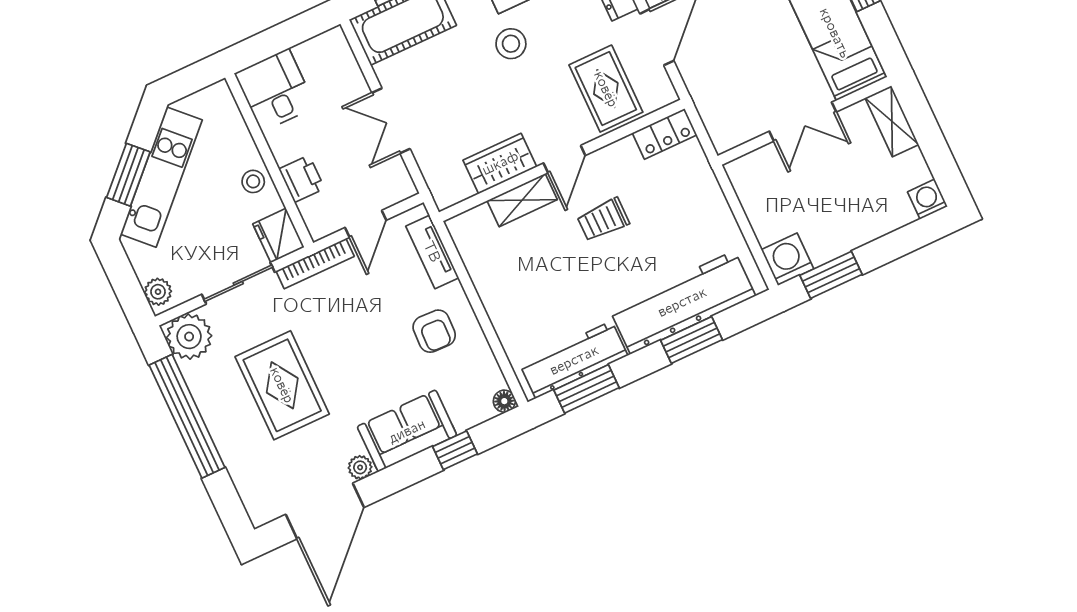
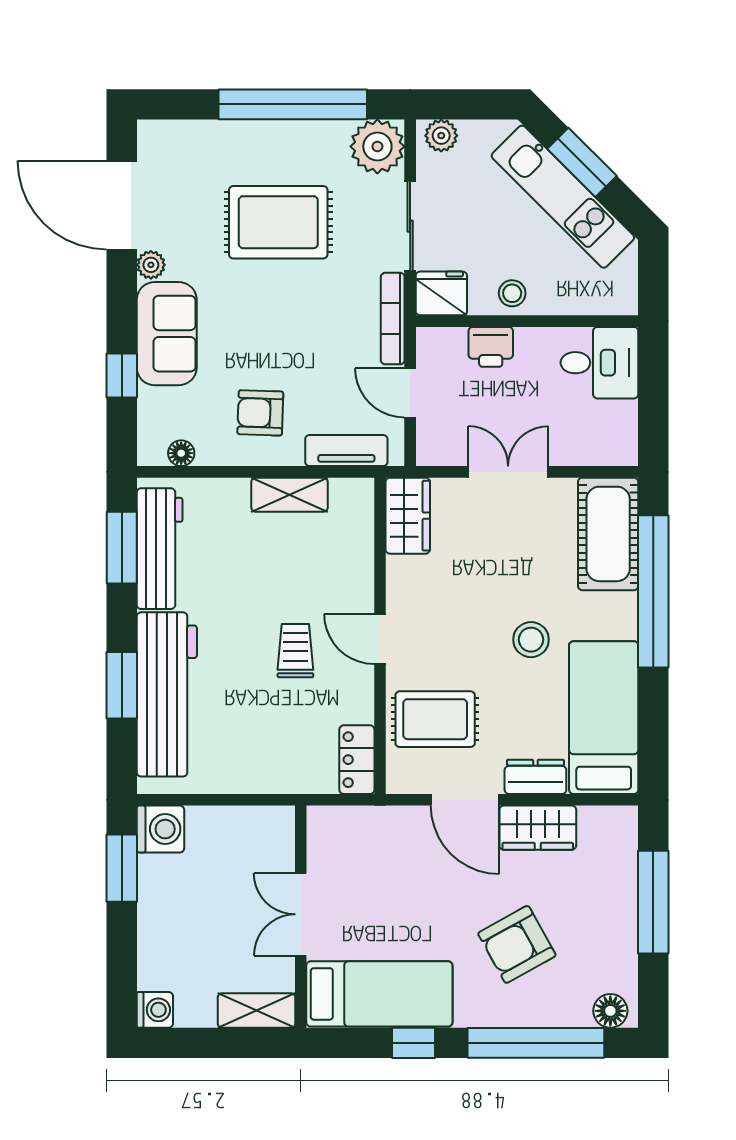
wardrobe: (500, 163) -> (408, 516), moved
shelving: (522, 200) -> (290, 495), moved, turned 90
floor lamp: (504, 401) -> (181, 453), moved

